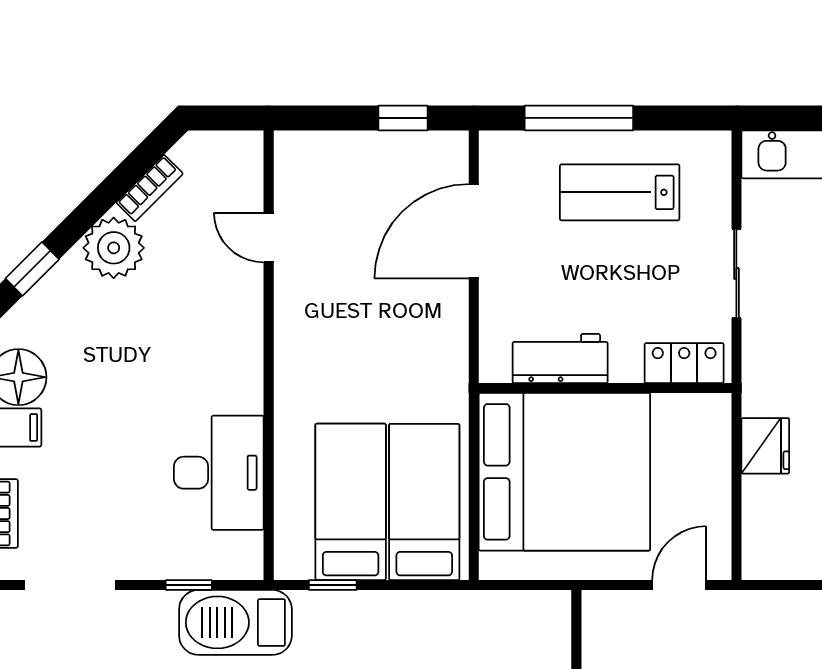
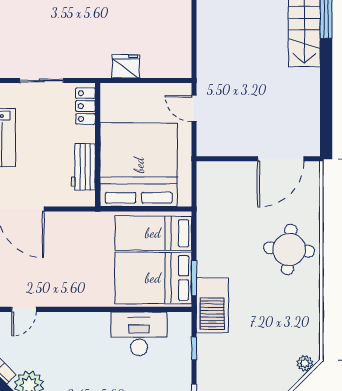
bed: (351, 502) -> (153, 278), width x1.50
window: (333, 585) -> (194, 278), width x1.50
barbecue: (235, 622) -> (212, 305), moved

